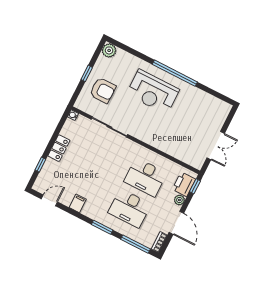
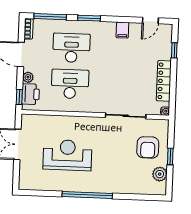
plant: (109, 50) -> (160, 174), moved
armchair: (103, 90) -> (148, 147), turned -90
reception desk: (153, 92) -> (67, 155), moved
locker: (59, 148) -> (164, 81), width x1.53

